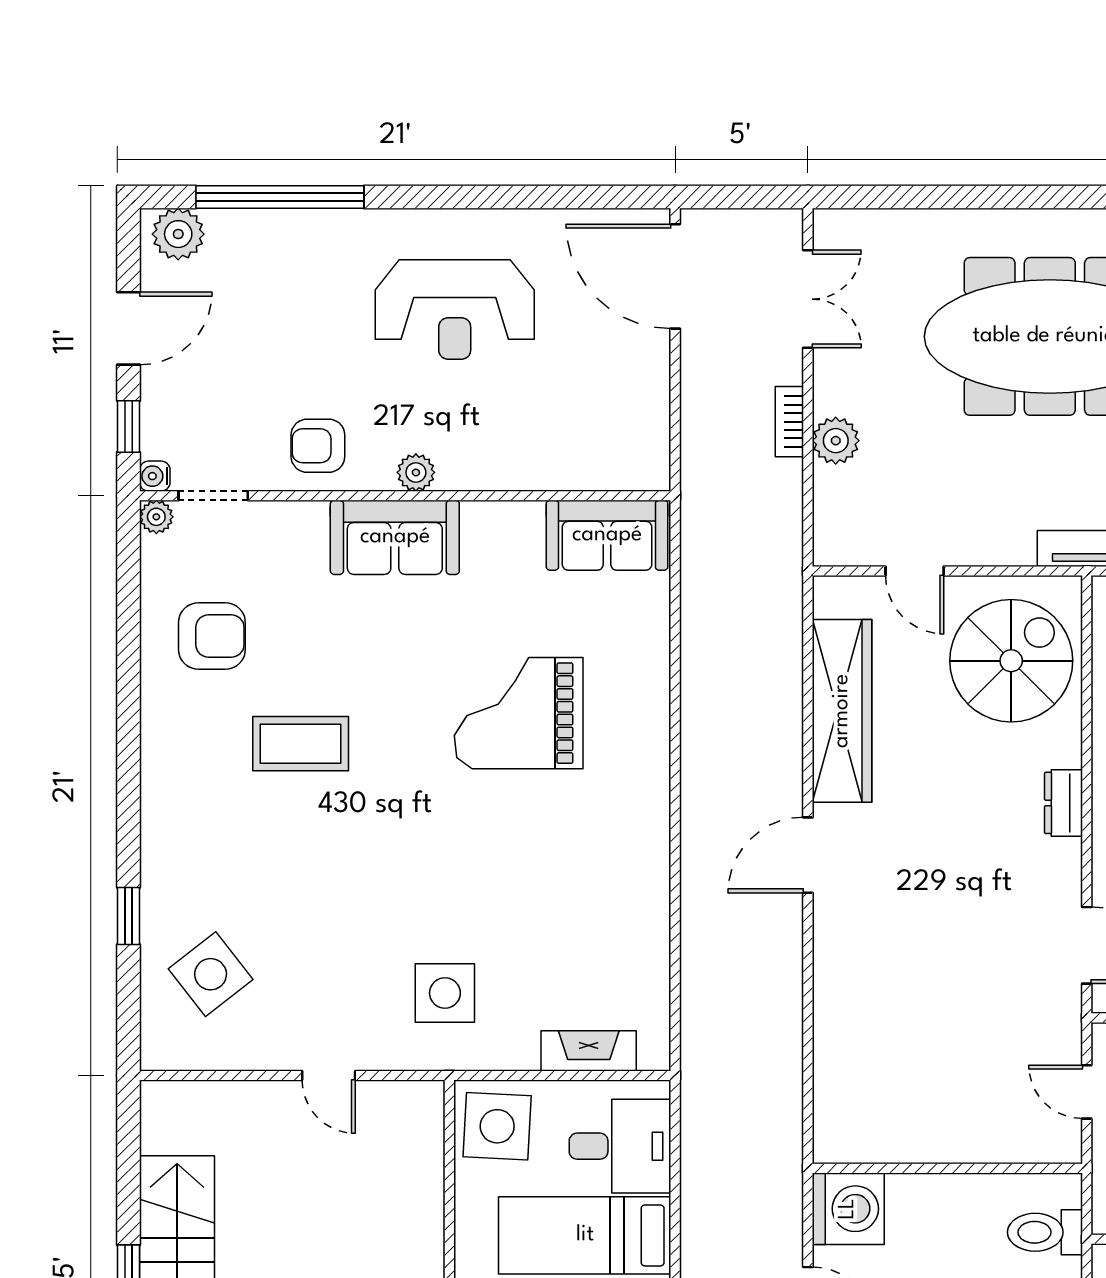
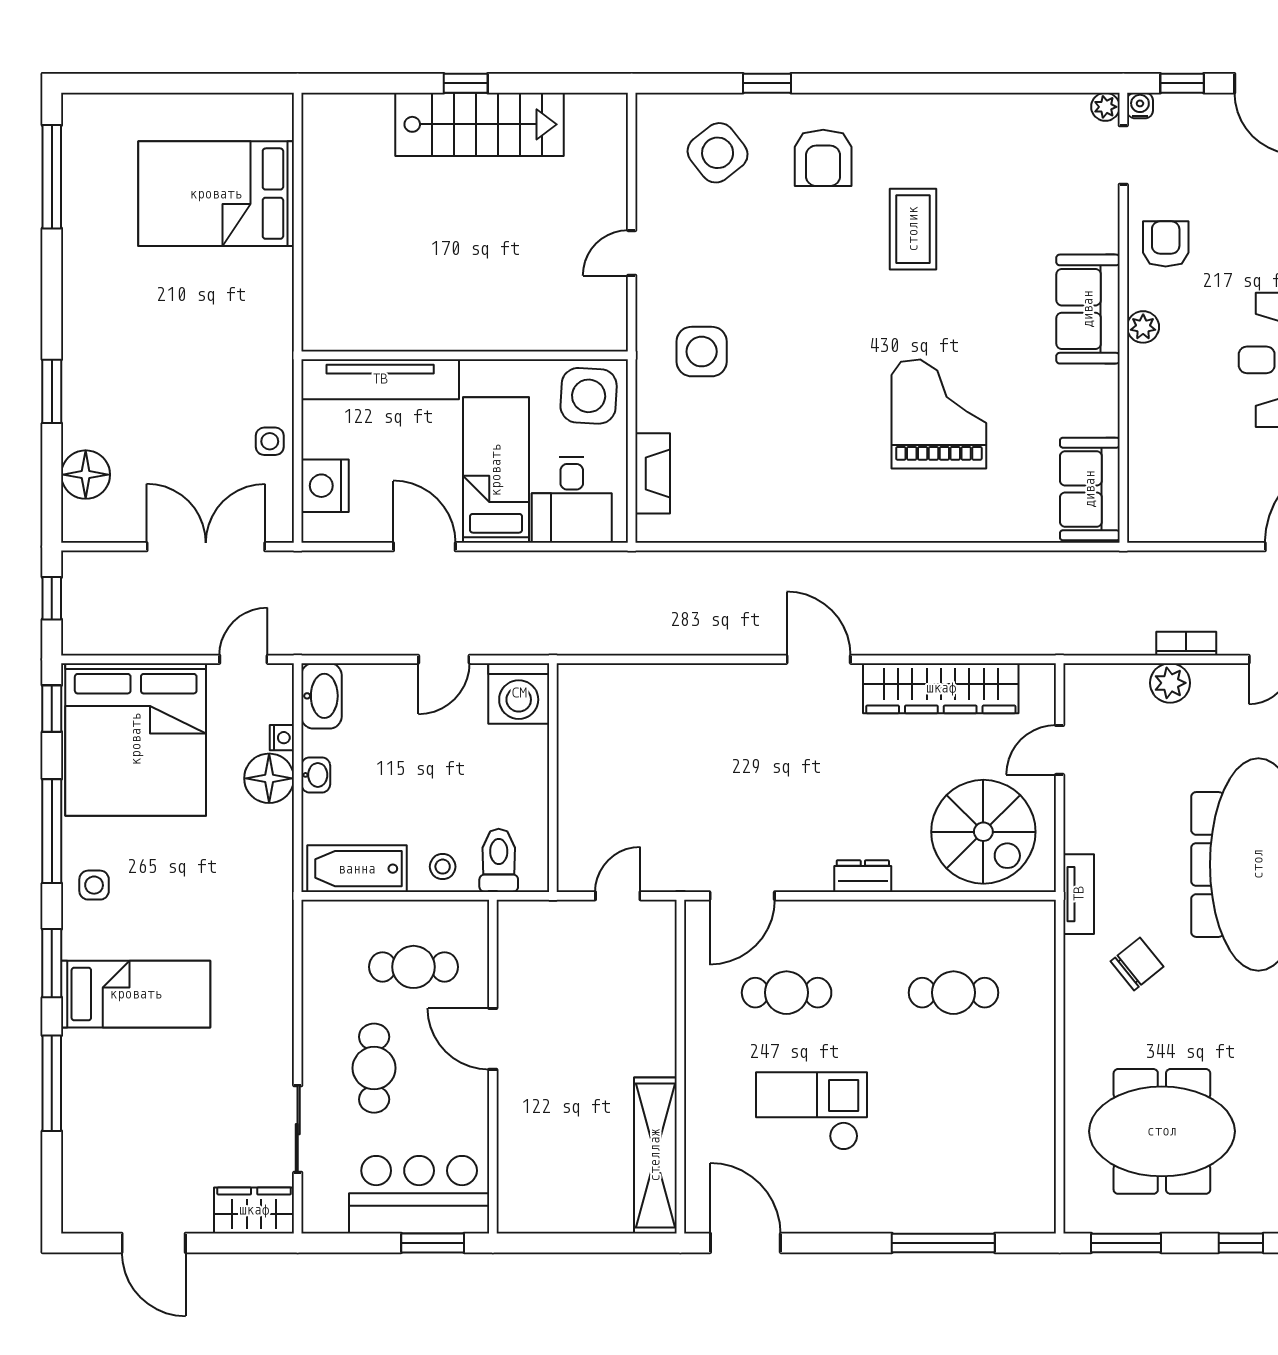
armchair: (212, 636) -> (823, 158), moved

